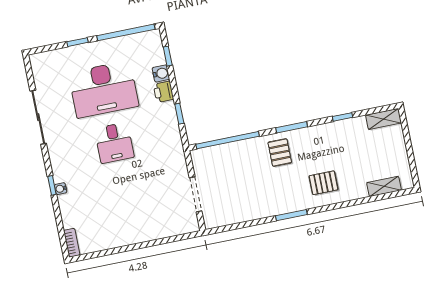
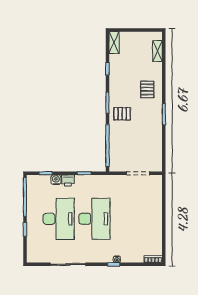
desk: (114, 143) -> (94, 219), width x1.87, depth x1.30

